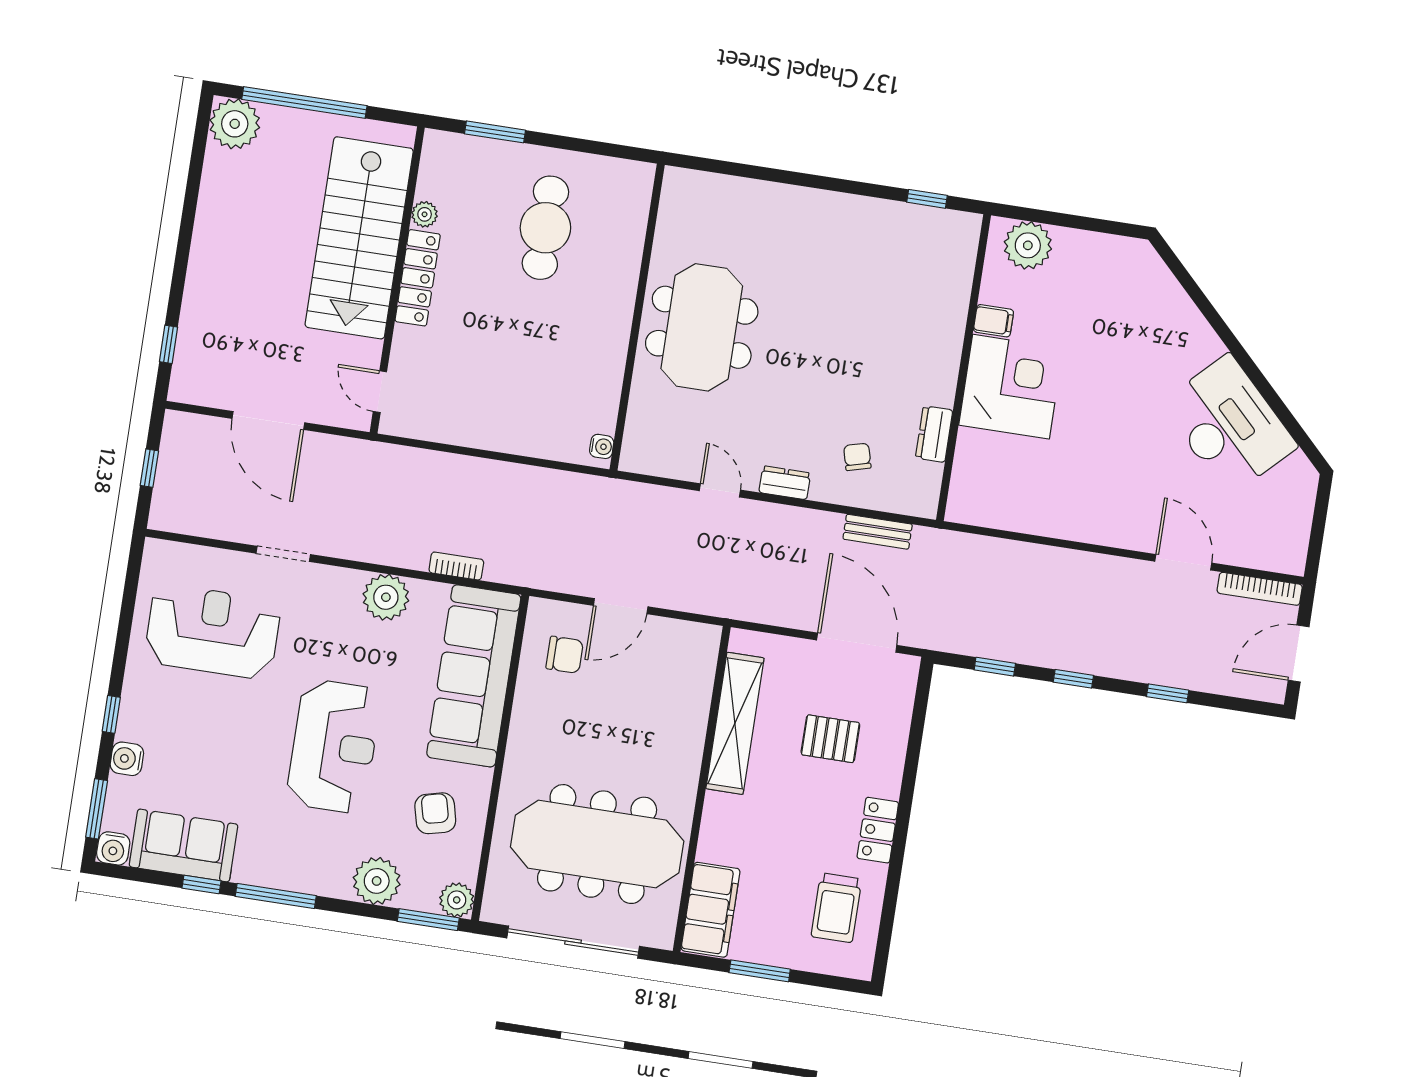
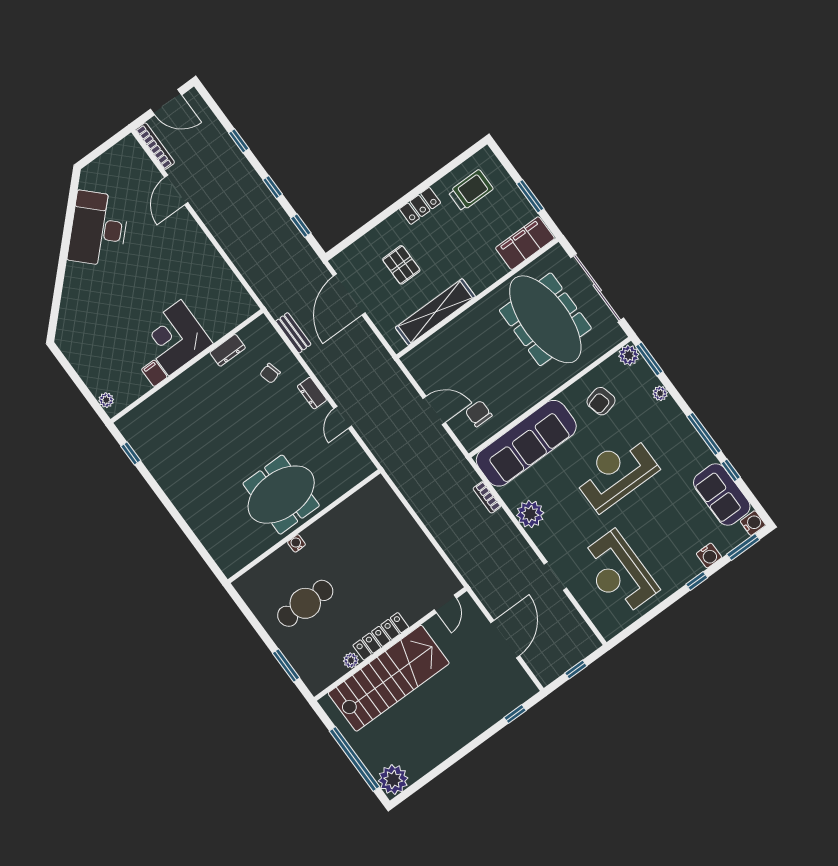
plant: (1028, 245) -> (106, 400), width x0.53, depth x0.53
water cooler: (602, 446) -> (296, 543), moved
plant: (377, 881) -> (660, 393), width x0.53, depth x0.53

